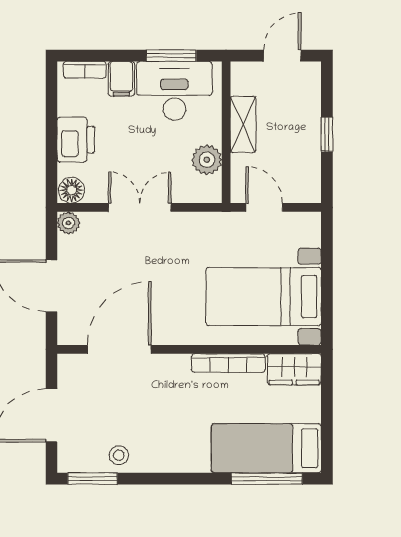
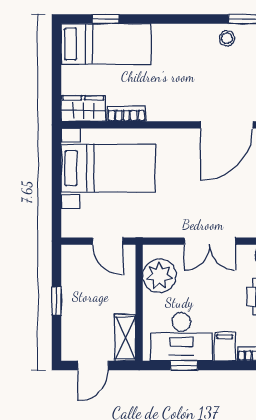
window: (171, 56) -> (184, 366), width x0.67
shelving: (243, 124) -> (125, 338), moved
plant: (207, 160) -> (159, 276), width x1.36, depth x1.36
bookcase: (228, 363) -> (126, 114), width x0.64
window: (267, 479) -> (106, 19), width x0.46

